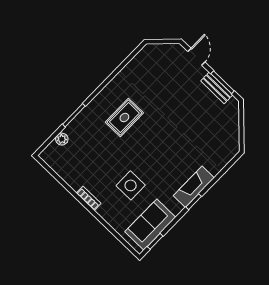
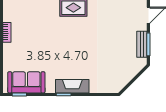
side table: (131, 185) -> (38, 49), removed

